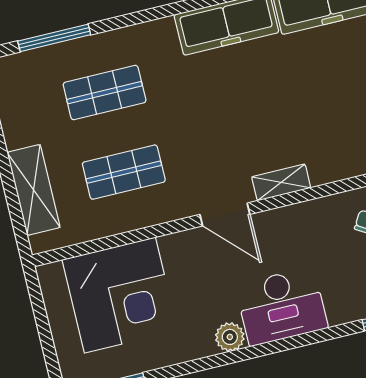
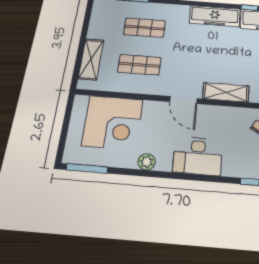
shelving: (281, 182) -> (226, 92), width x1.50, depth x1.33
plant: (230, 337) -> (147, 162), moved

